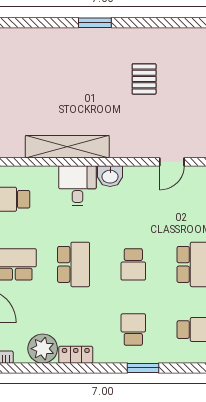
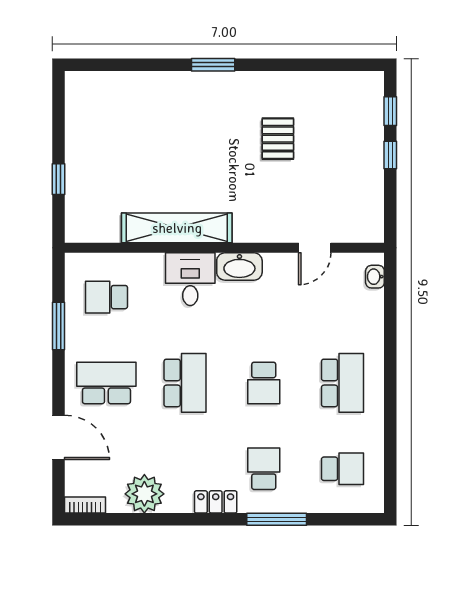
washbasin: (110, 176) -> (239, 266), width x1.38
locker: (76, 355) -> (216, 502), moved
window: (143, 368) -> (277, 519), width x1.44

